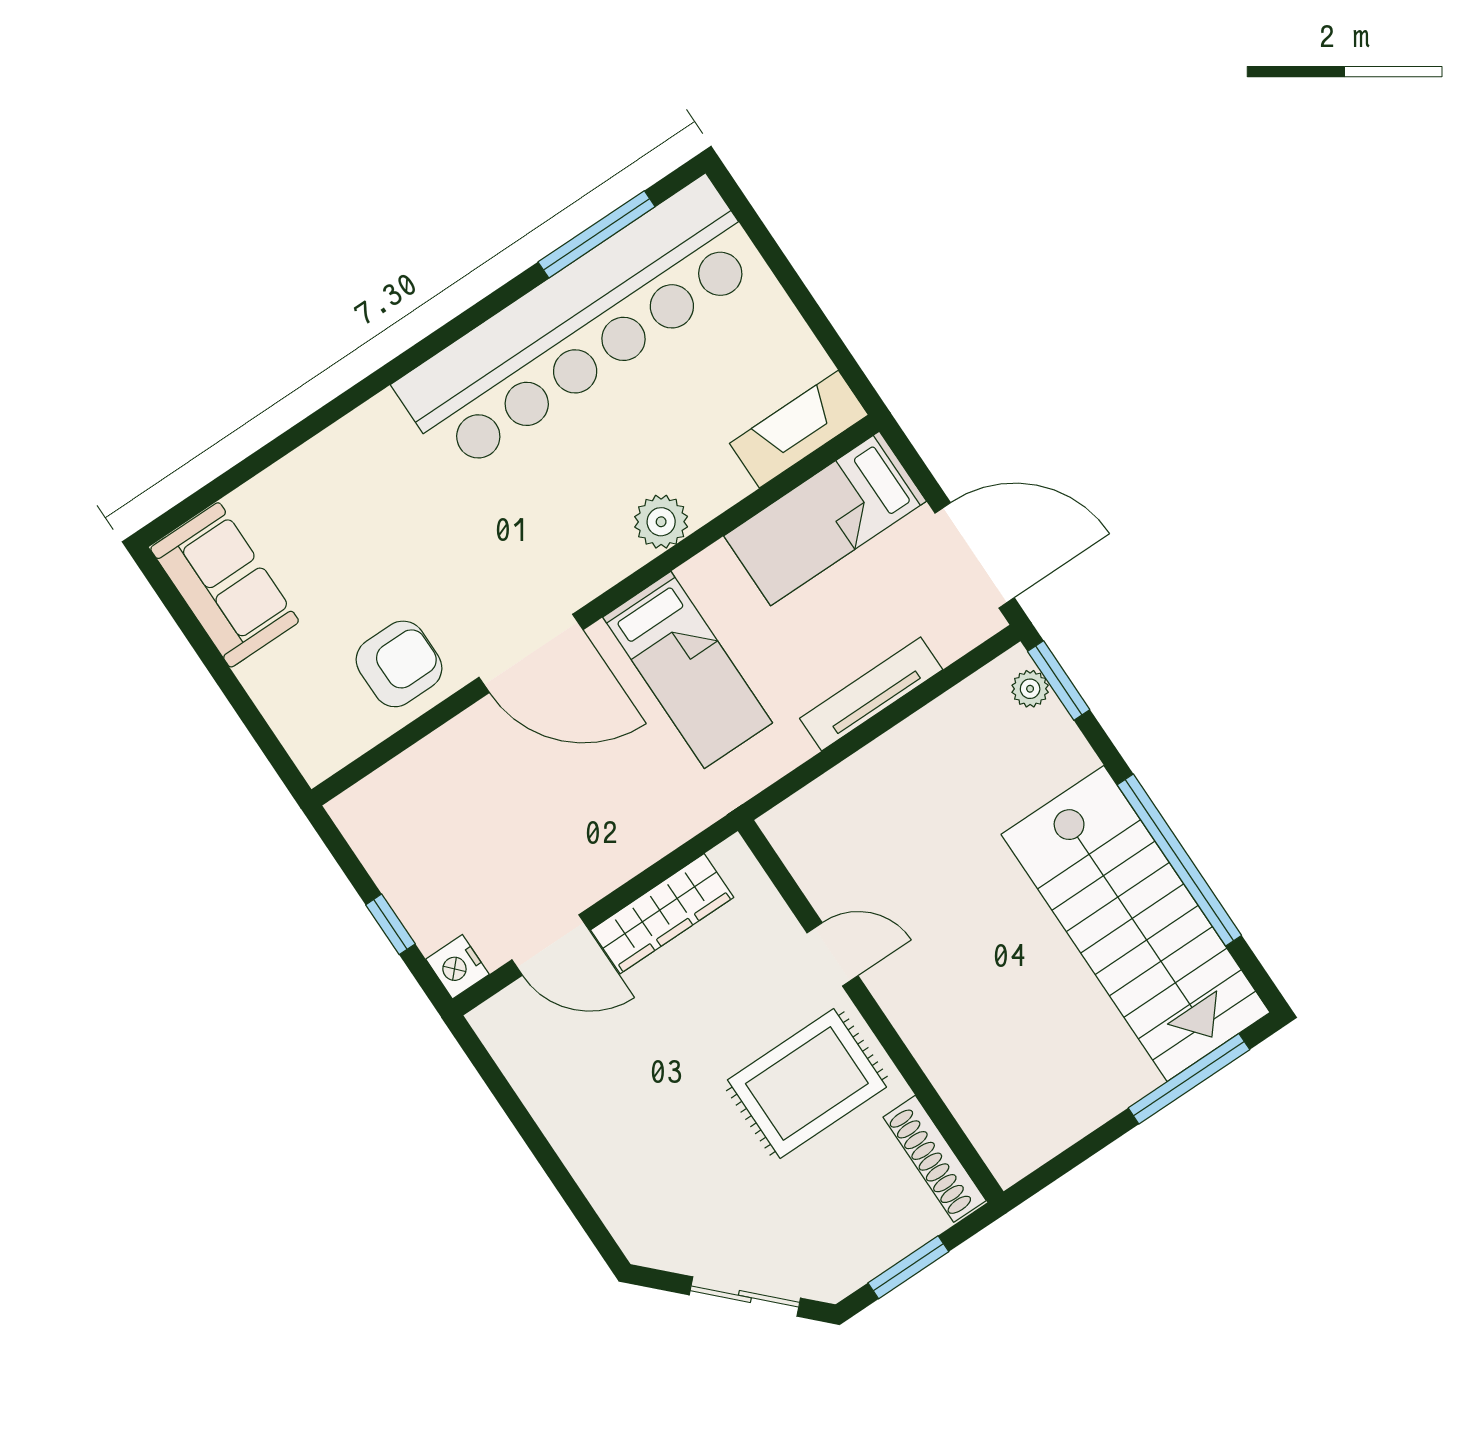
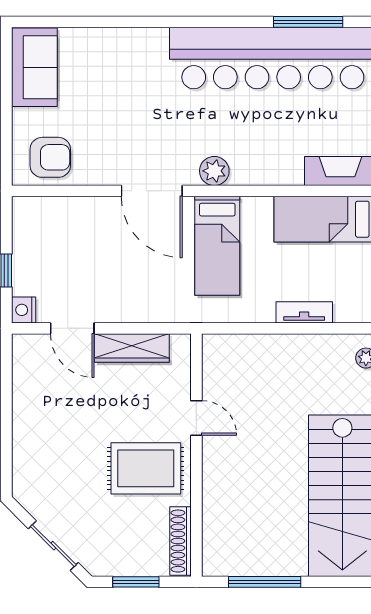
plant: (661, 522) -> (214, 171), moved
armchair: (399, 664) -> (50, 157), moved
tv unit: (871, 694) -> (304, 312), width x0.71
window: (1189, 1079) -> (265, 582), moved

